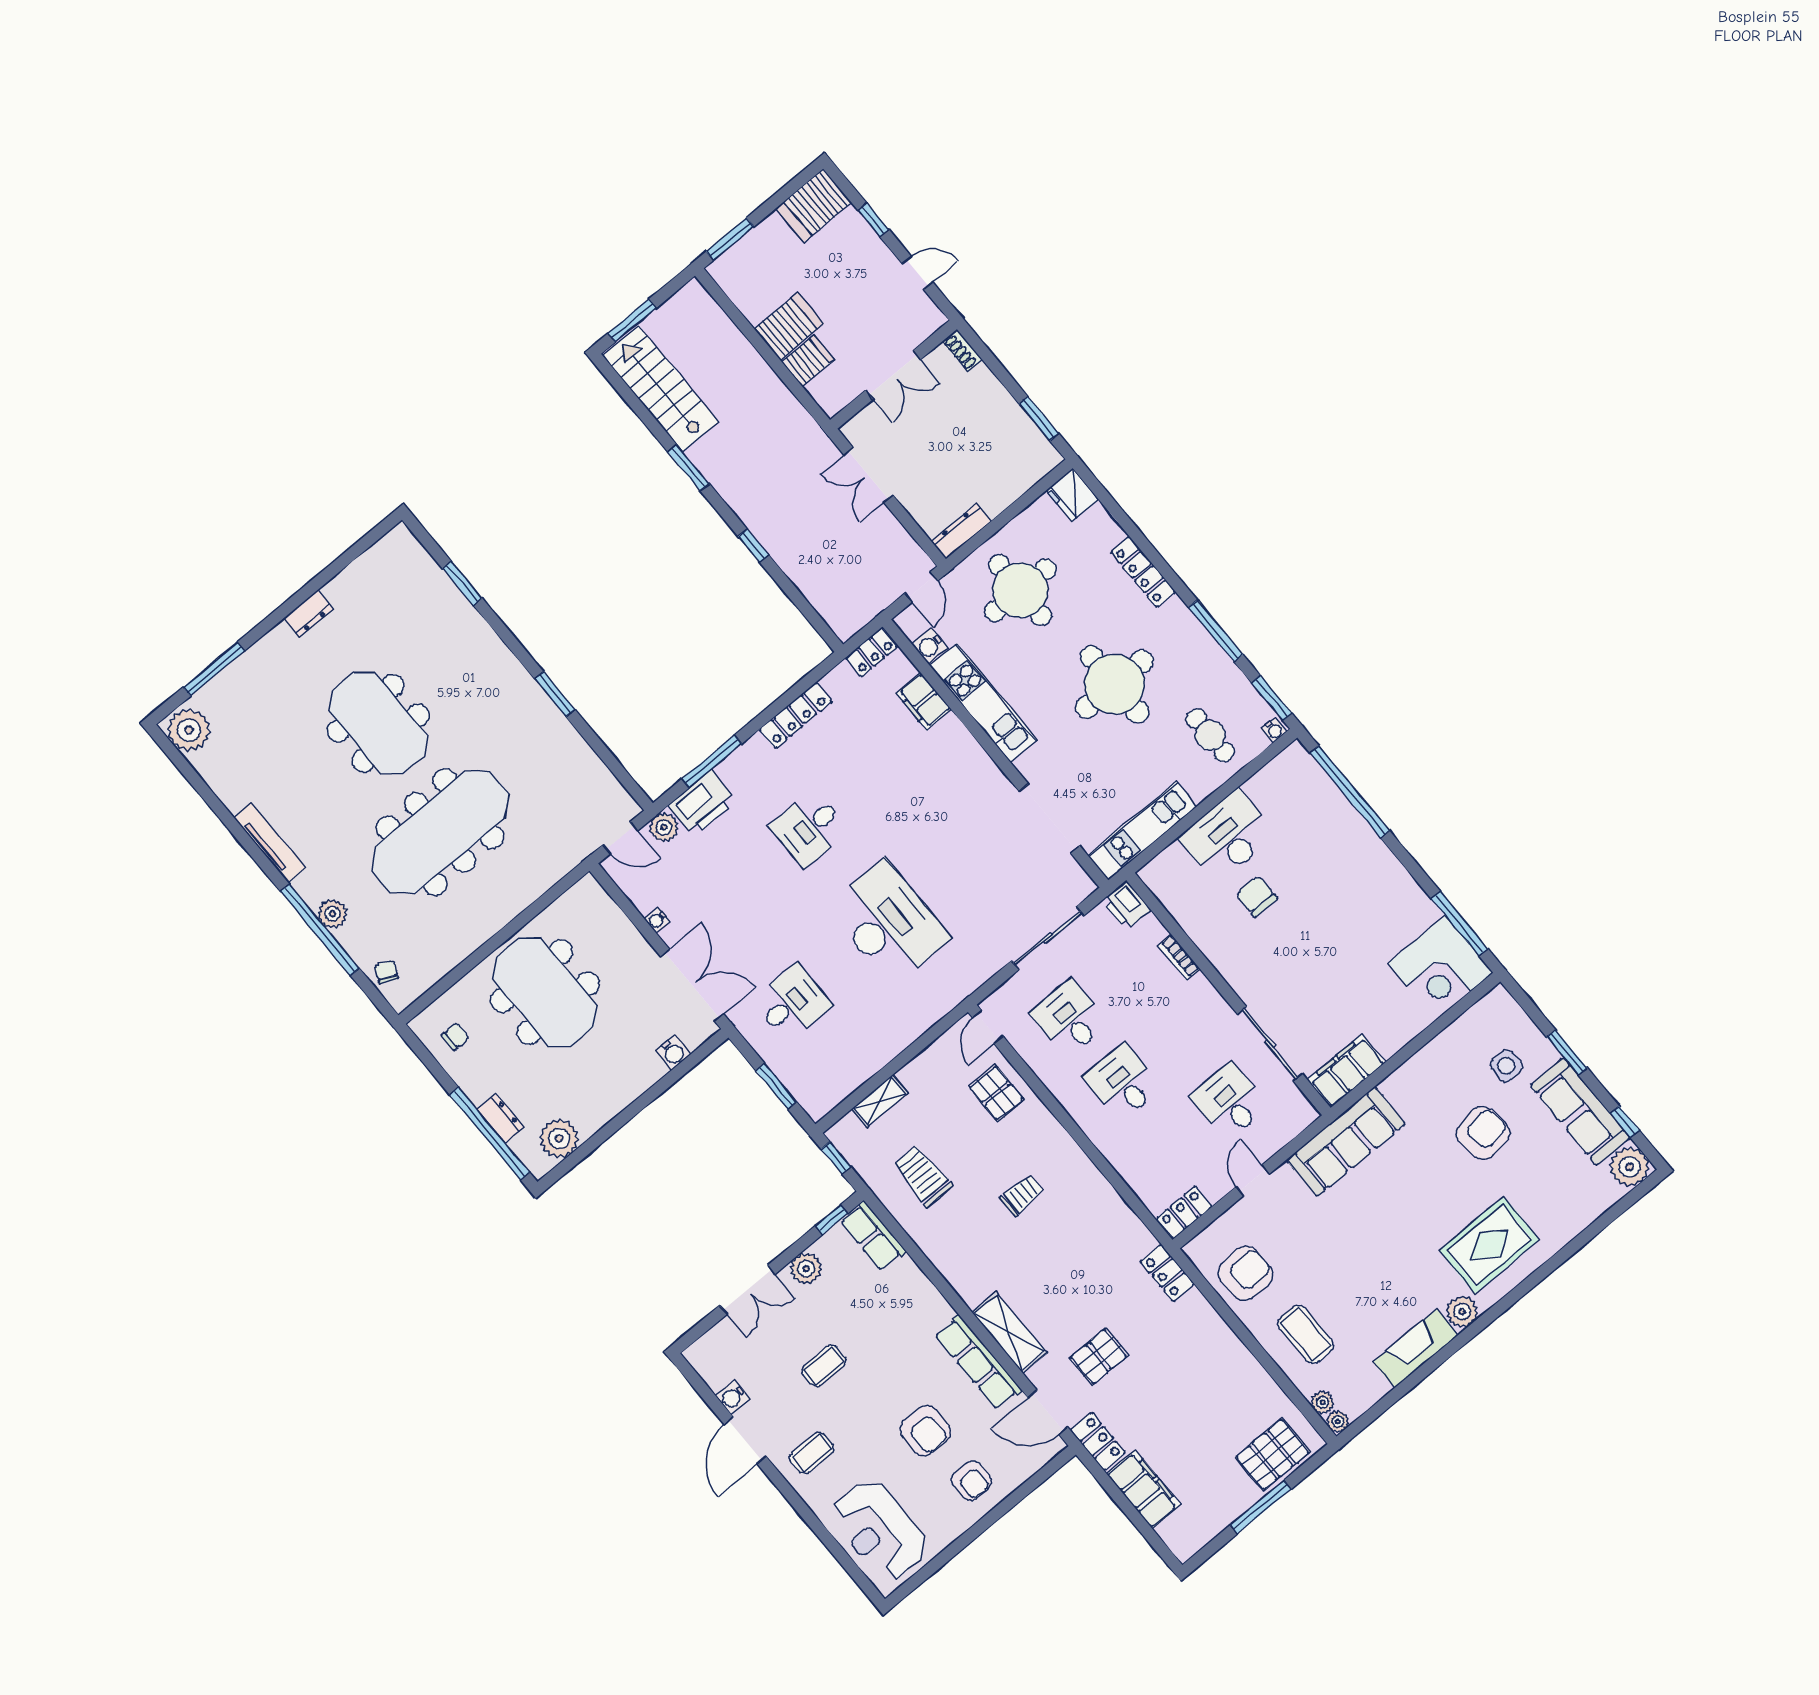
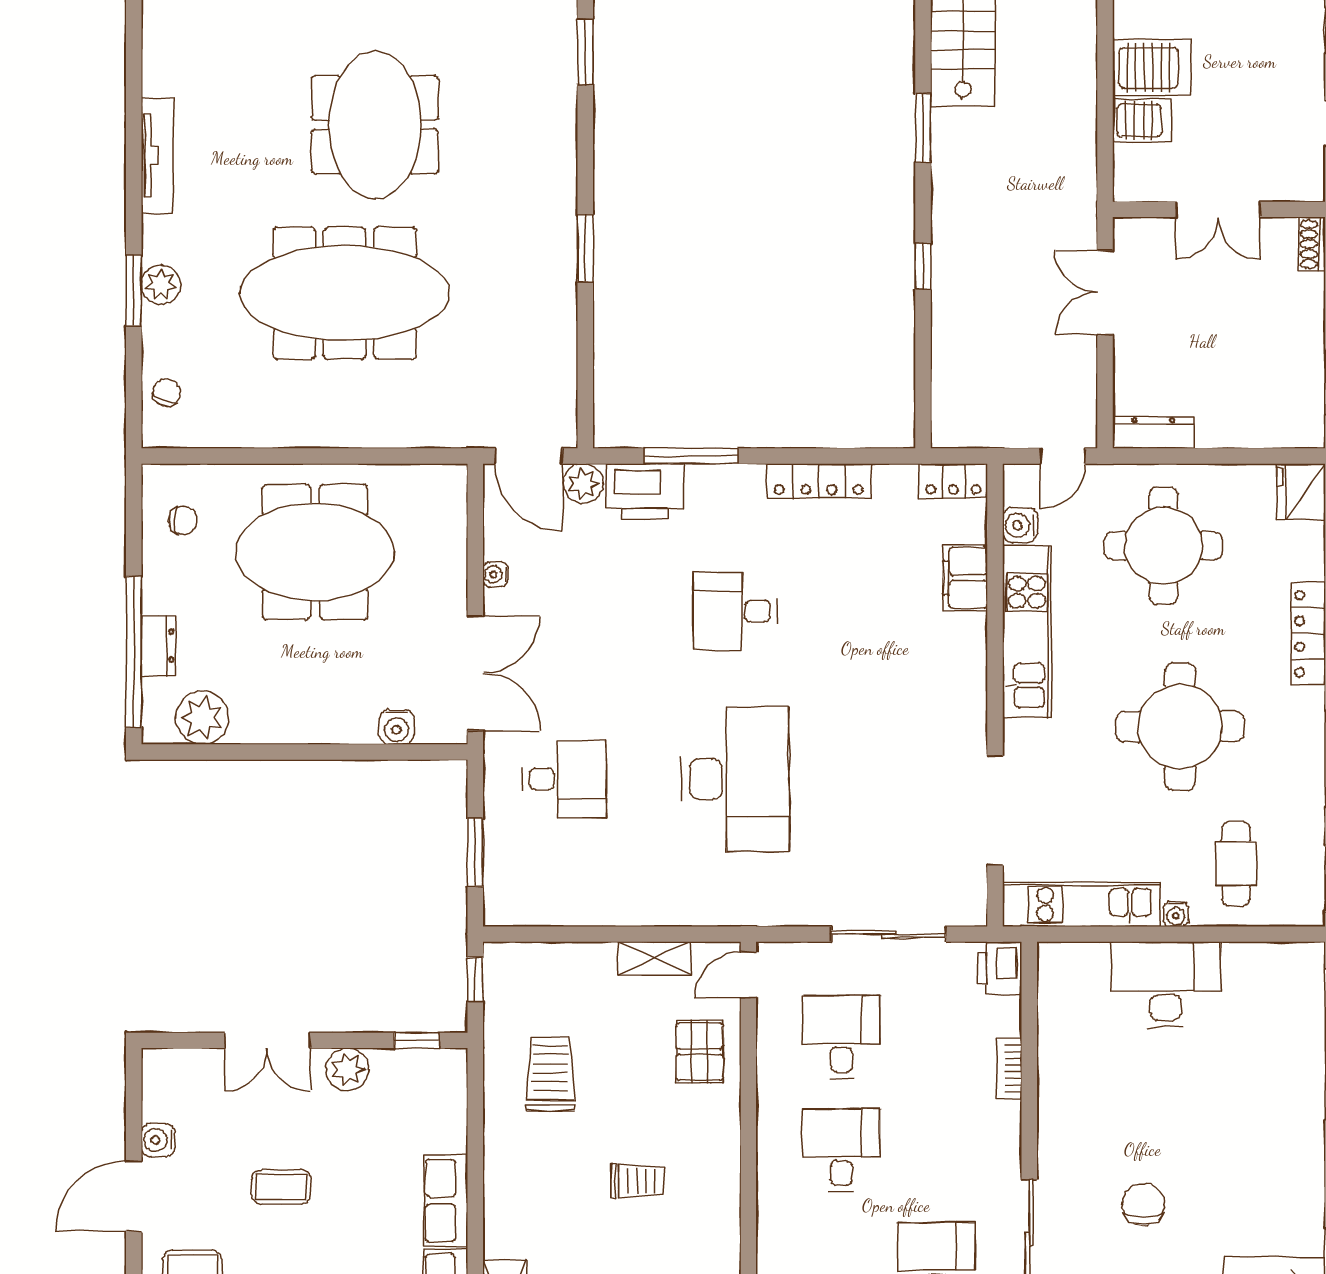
water cooler: (1274, 730) -> (1176, 914), moved
door: (620, 838) -> (529, 456), width x1.38
chair: (1257, 896) -> (1143, 1204), moved
window: (320, 930) -> (134, 290), width x0.47
meeting table: (545, 992) -> (315, 552), turned 90
shelving: (880, 1101) -> (654, 958), moved
row of seats: (873, 1236) -> (446, 1200), moved

